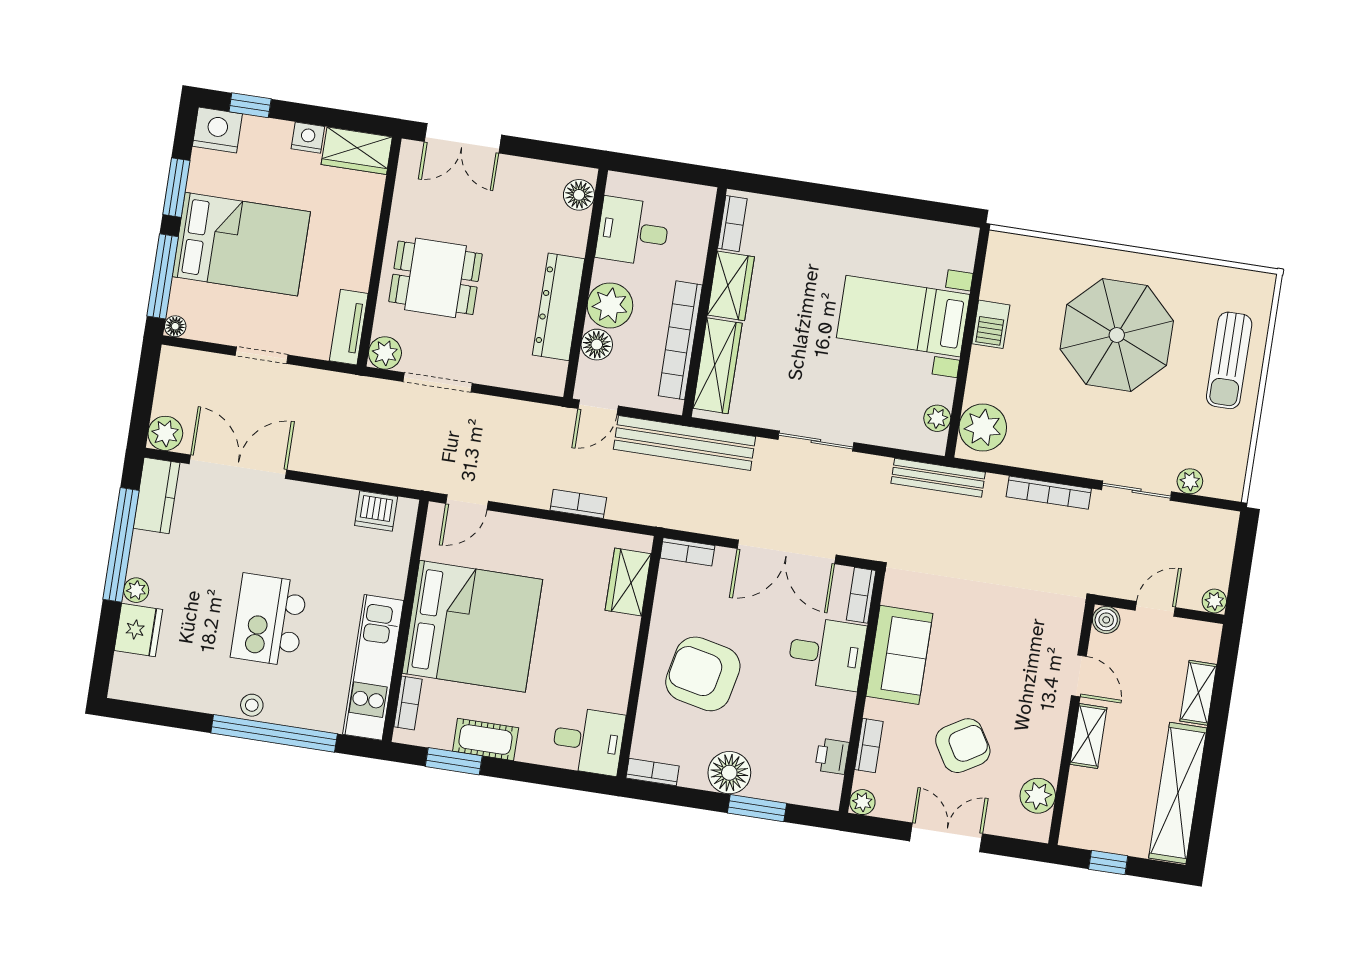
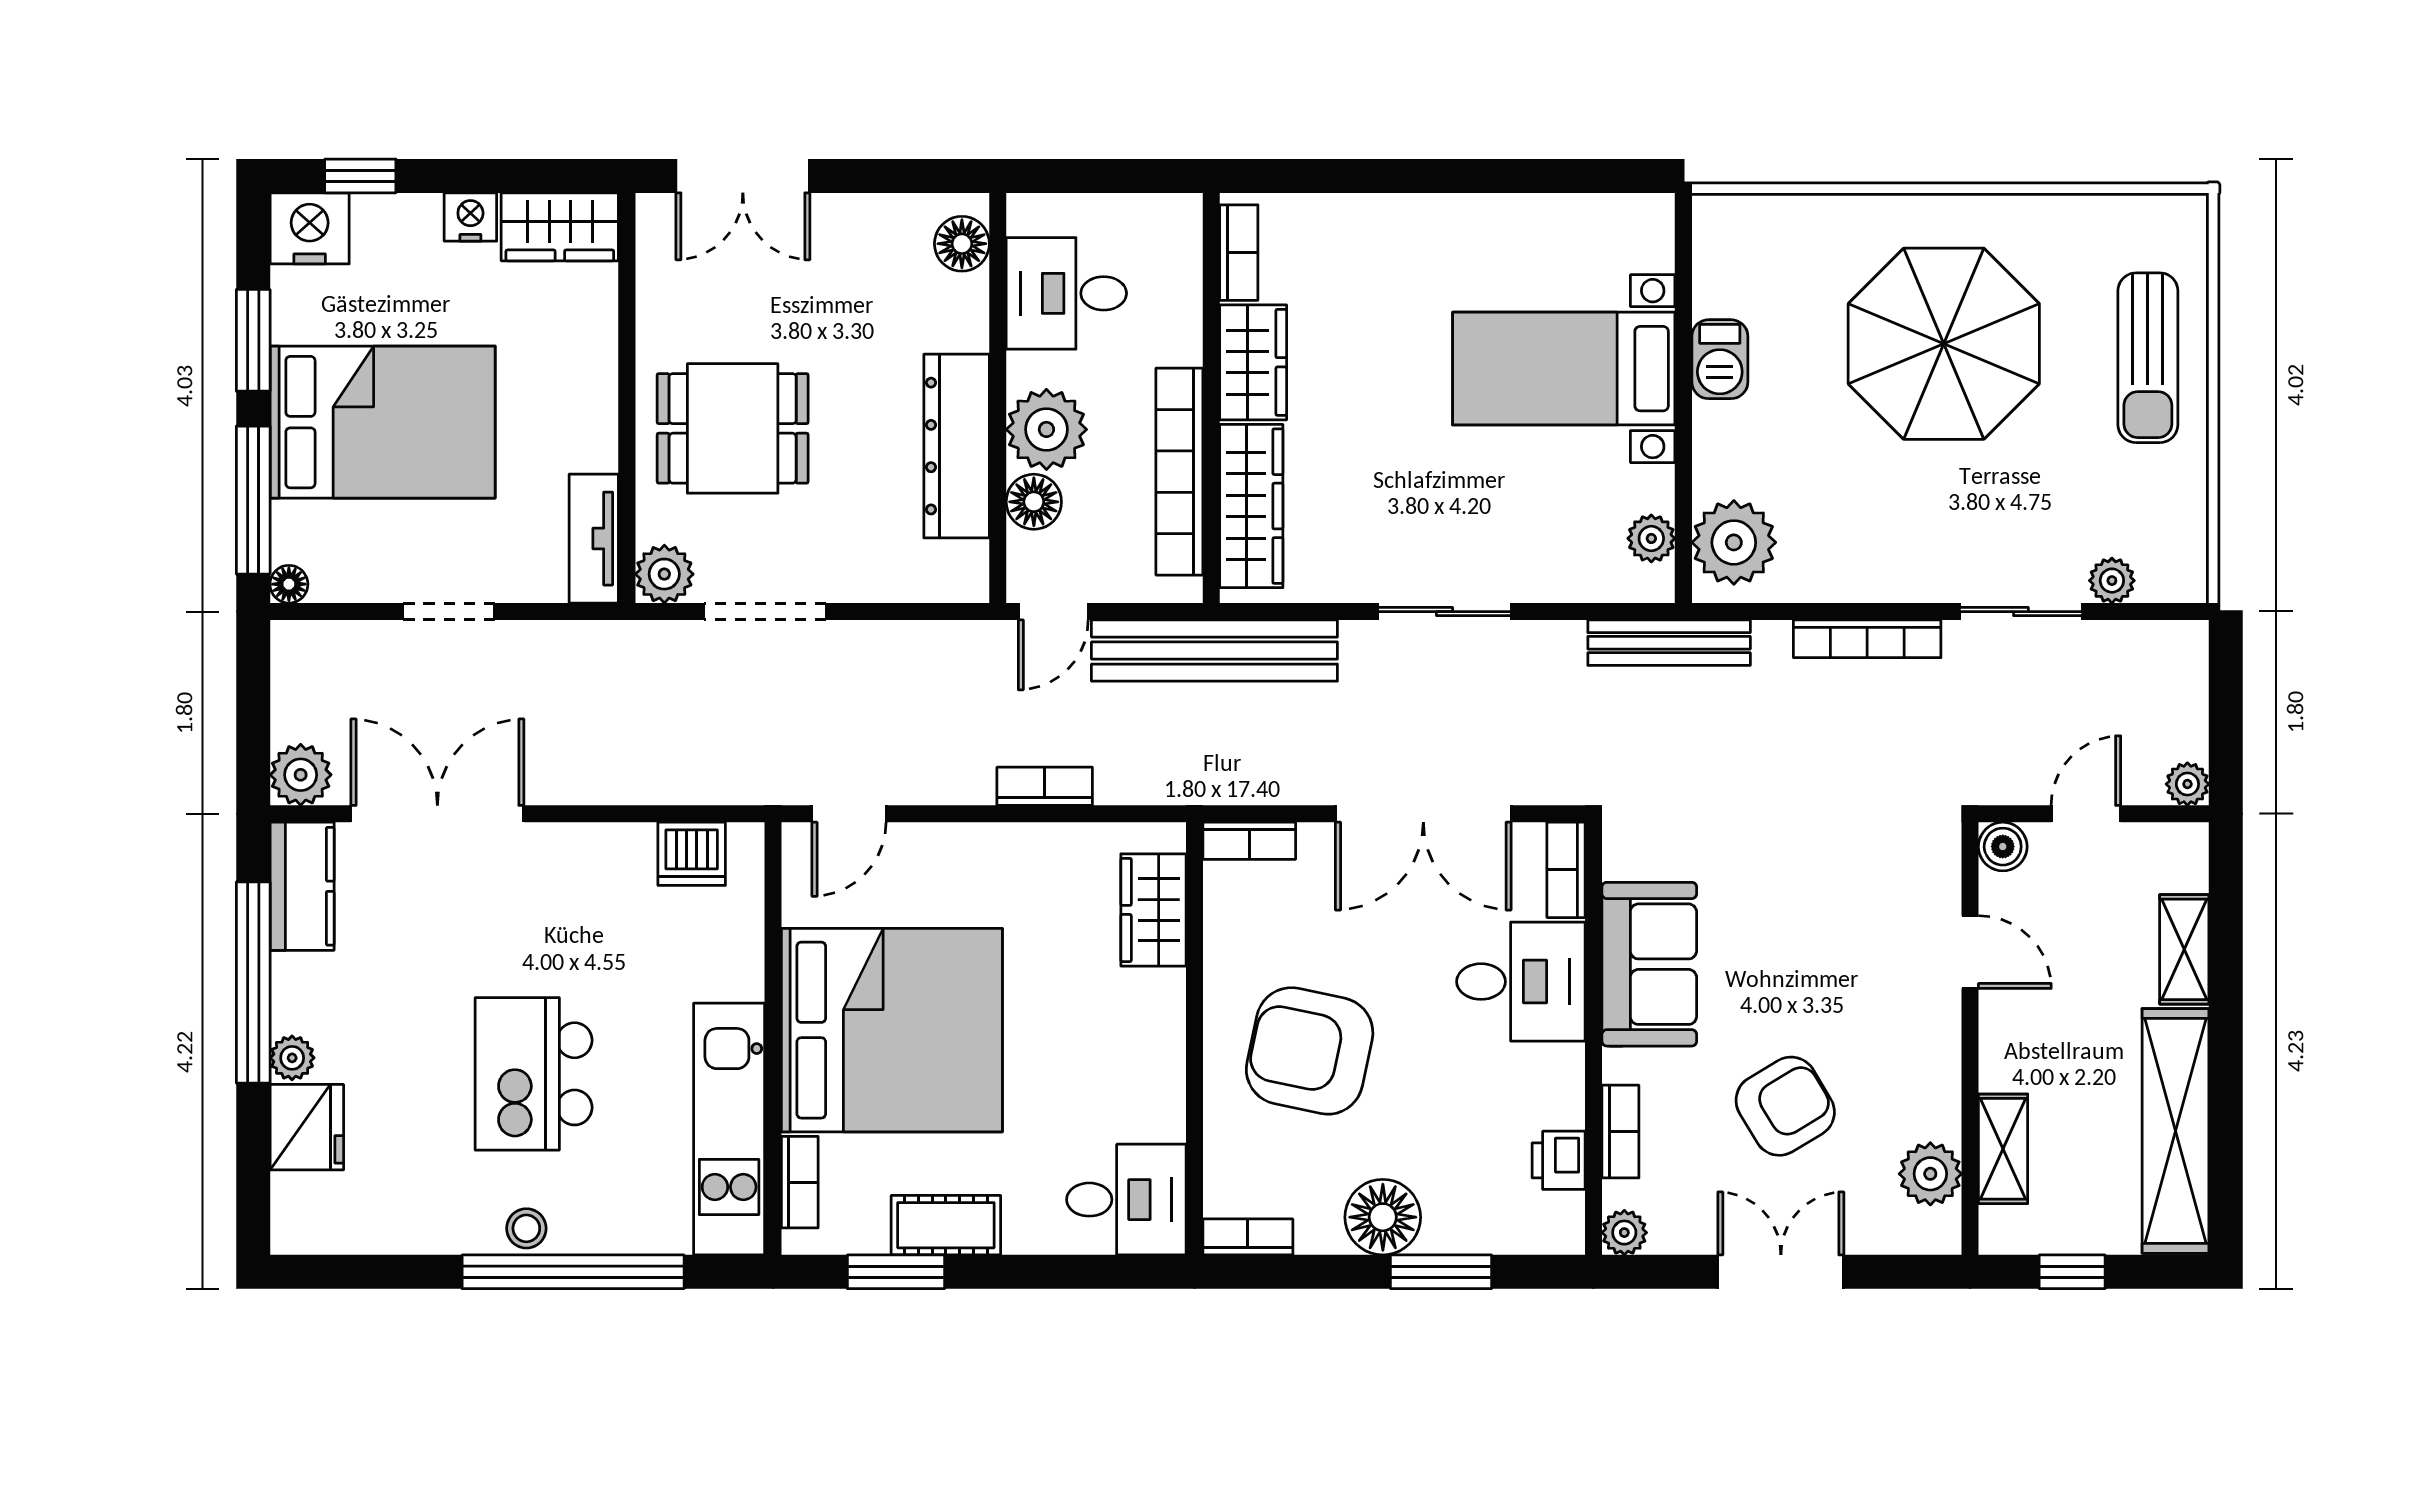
shelving: (1088, 736) -> (2003, 1149), moved

